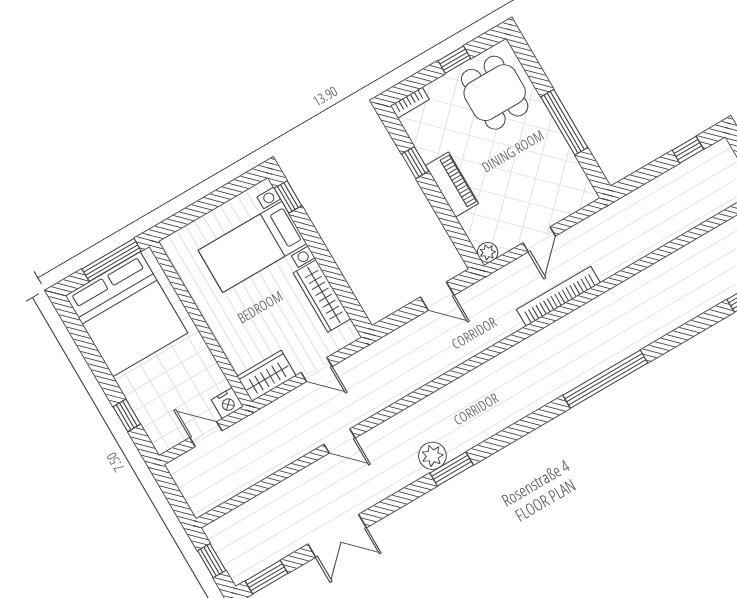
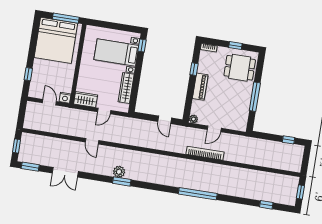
dining table: (495, 93) -> (240, 68), turned 90
door: (317, 369) -> (104, 111), hinge flipped

